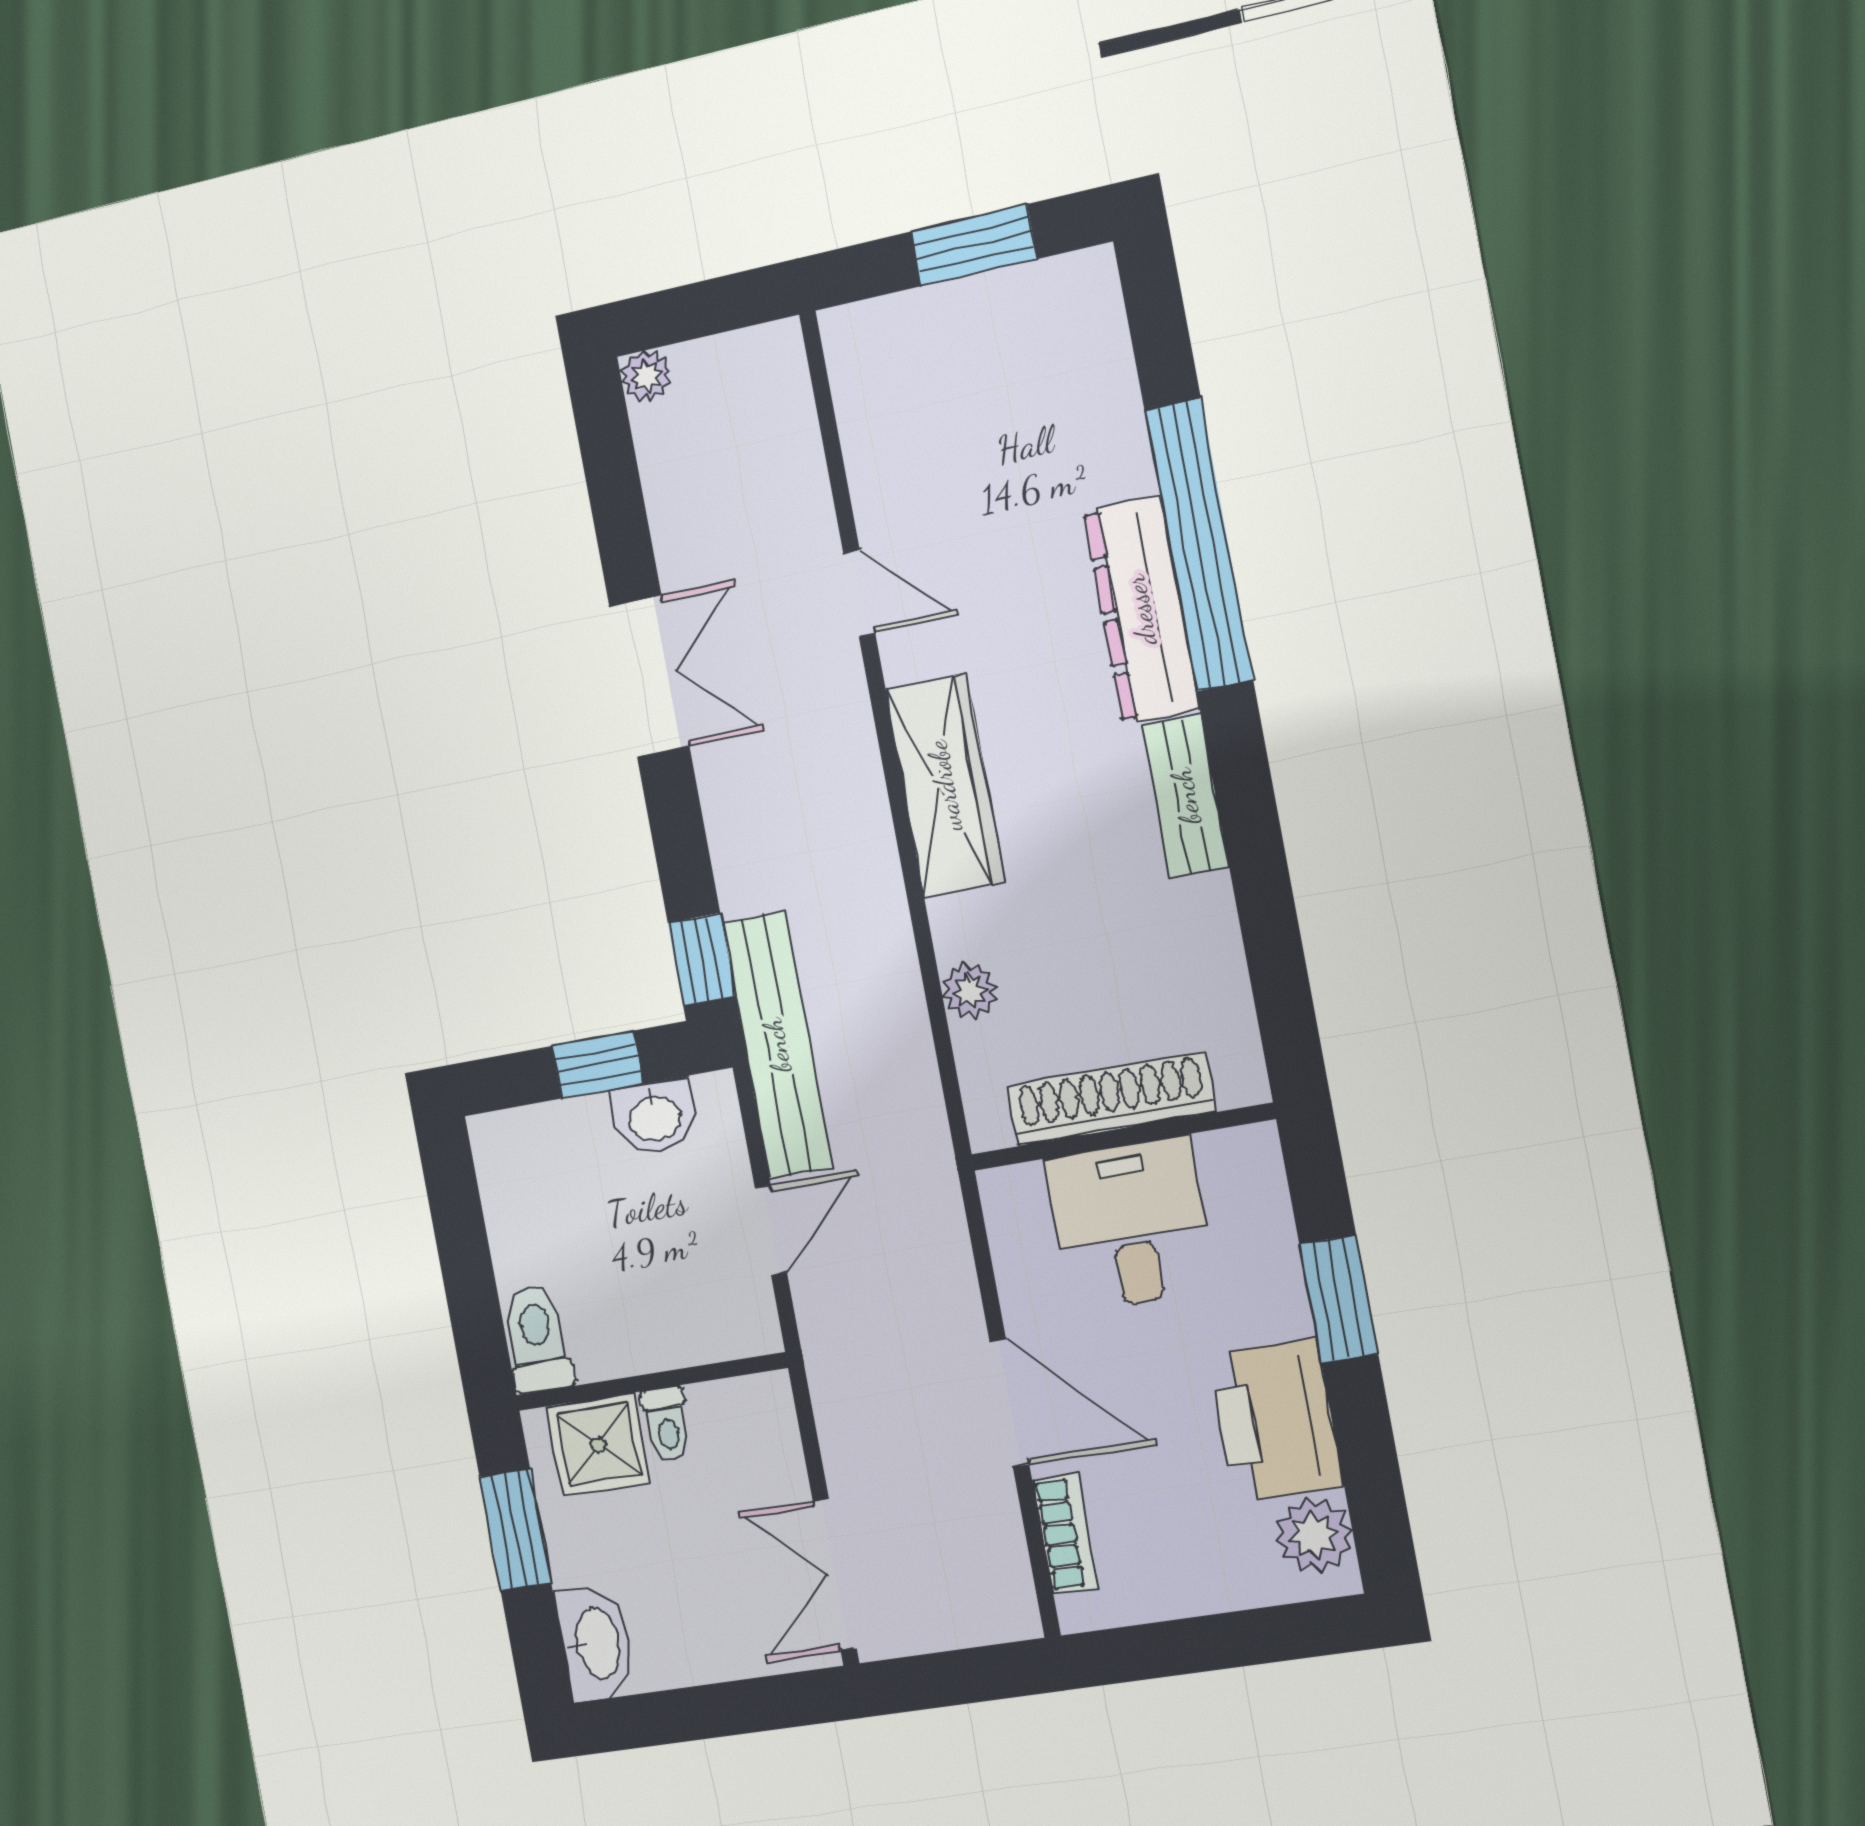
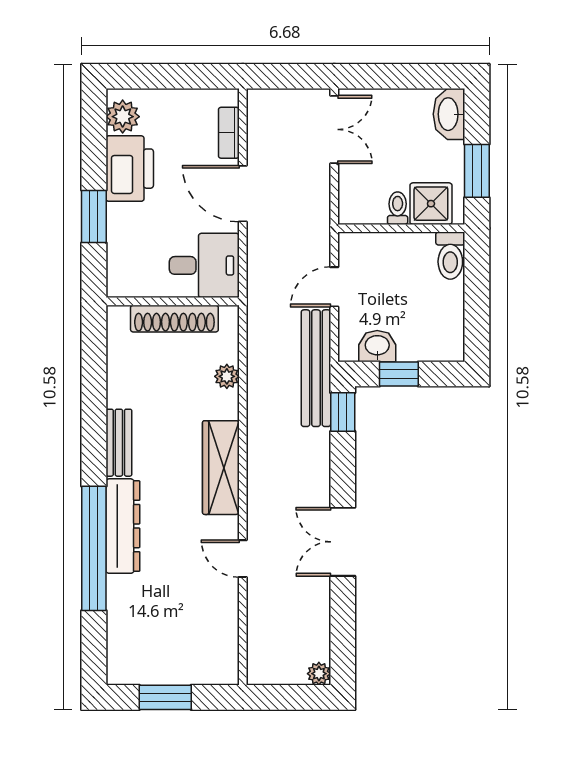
desk: (1131, 1224) -> (204, 265), moved, turned -90

